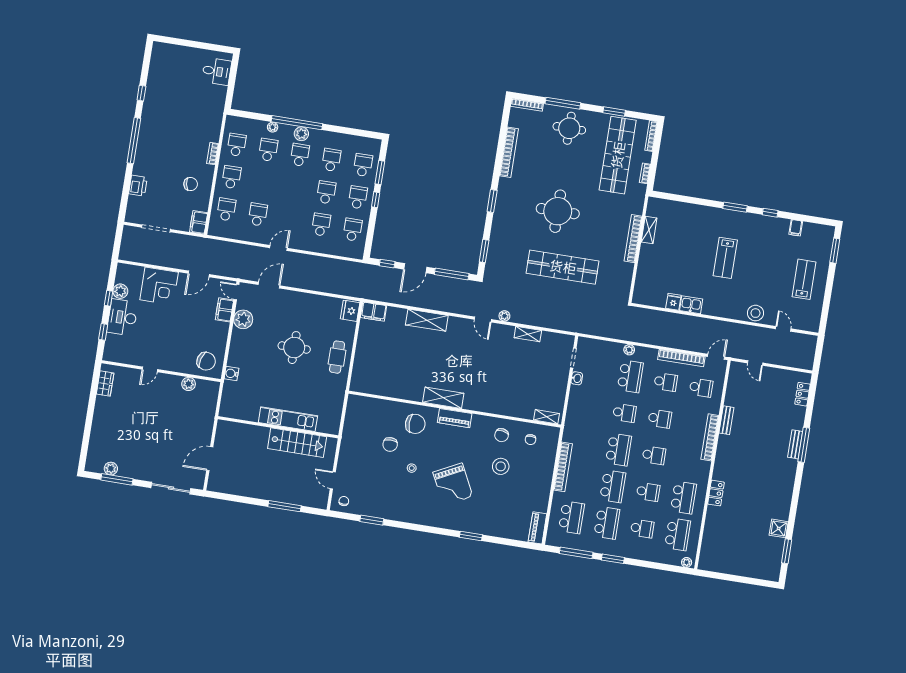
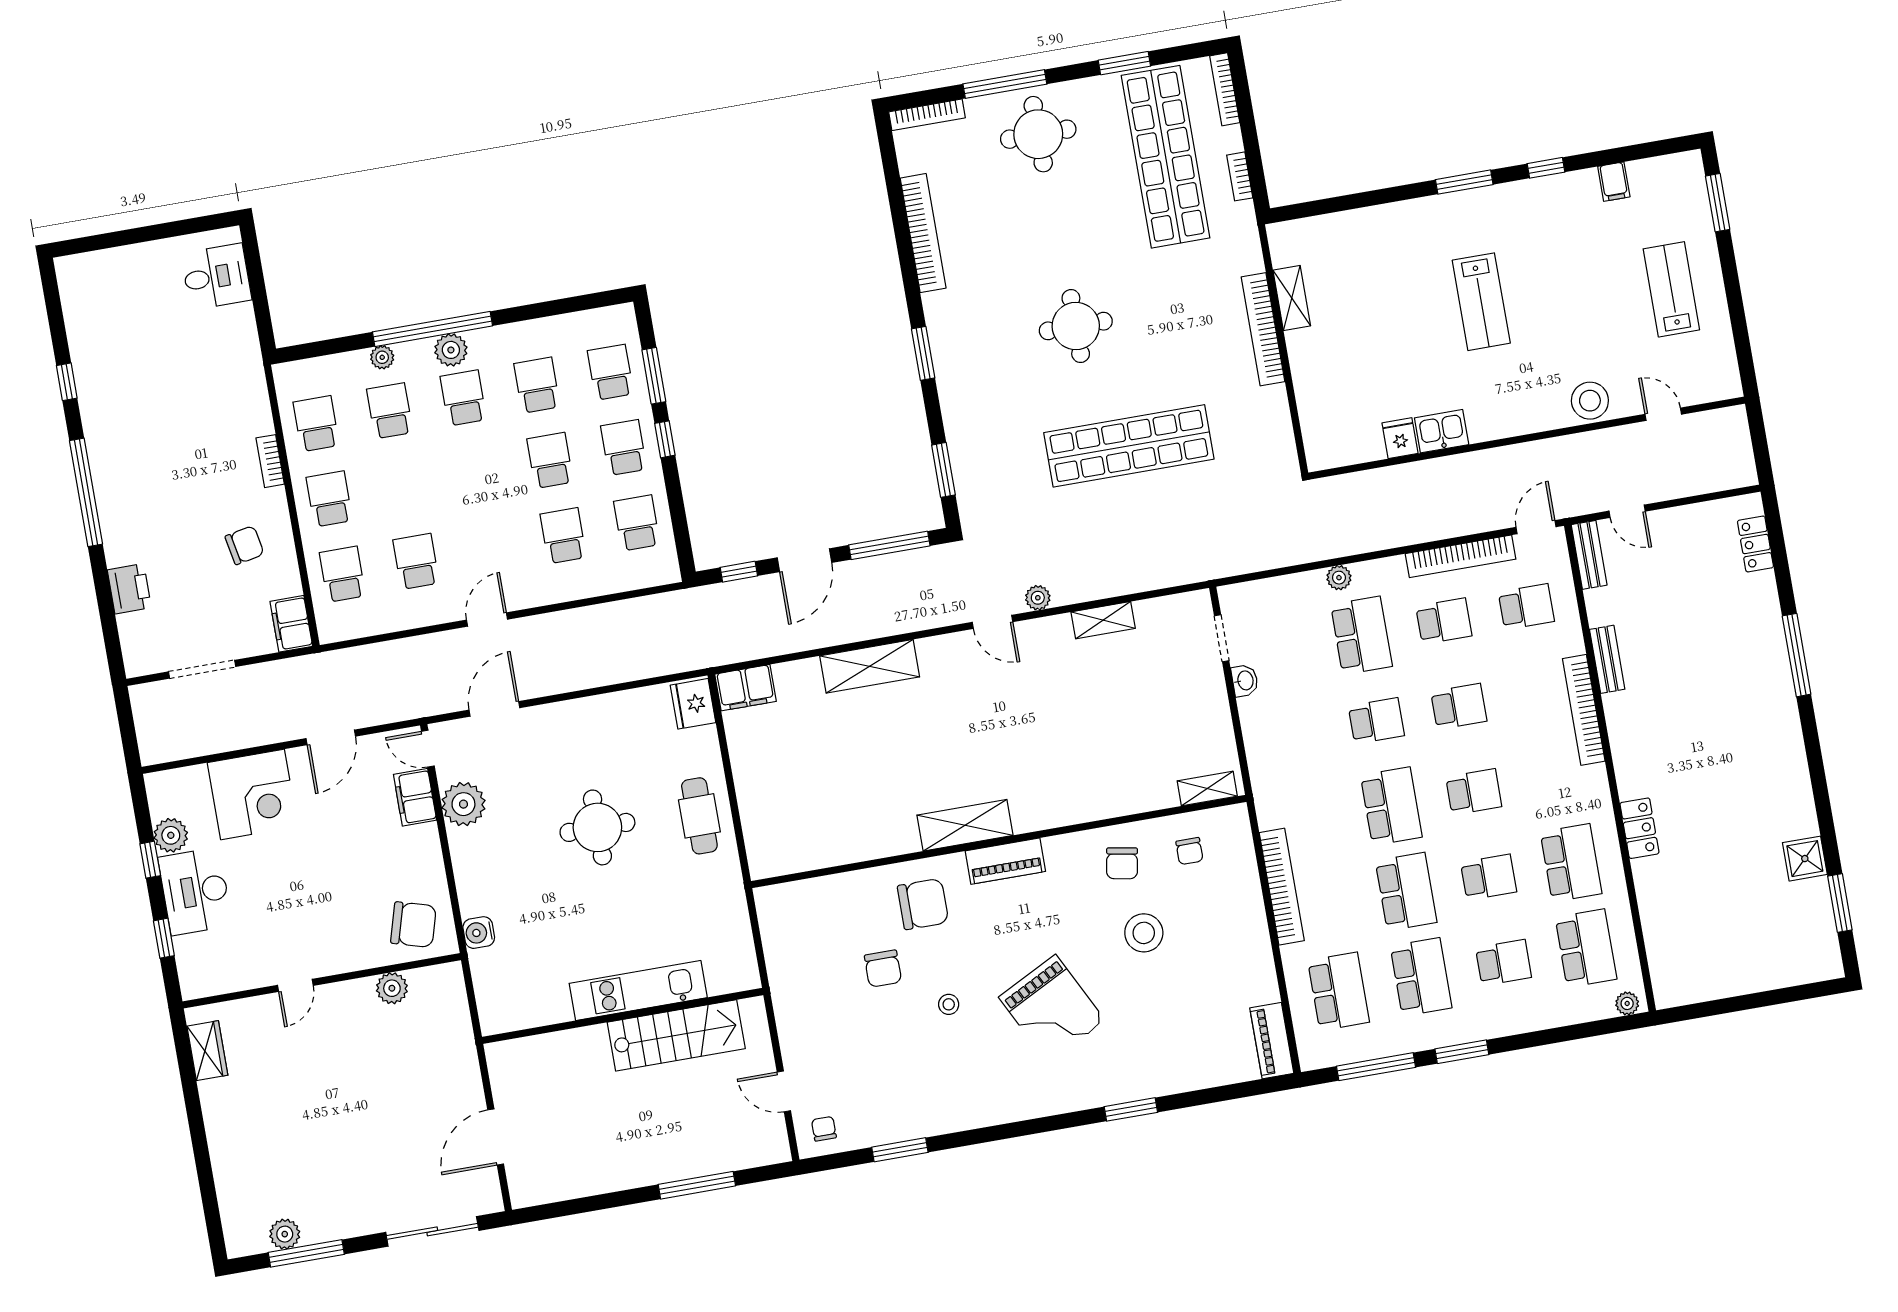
round table: (558, 211) -> (1076, 326), width x0.73, depth x0.73
bench: (795, 444) -> (1589, 555), moved

